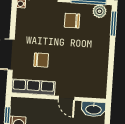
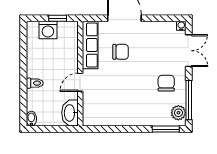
chair: (41, 60) -> (121, 52), turned -90

